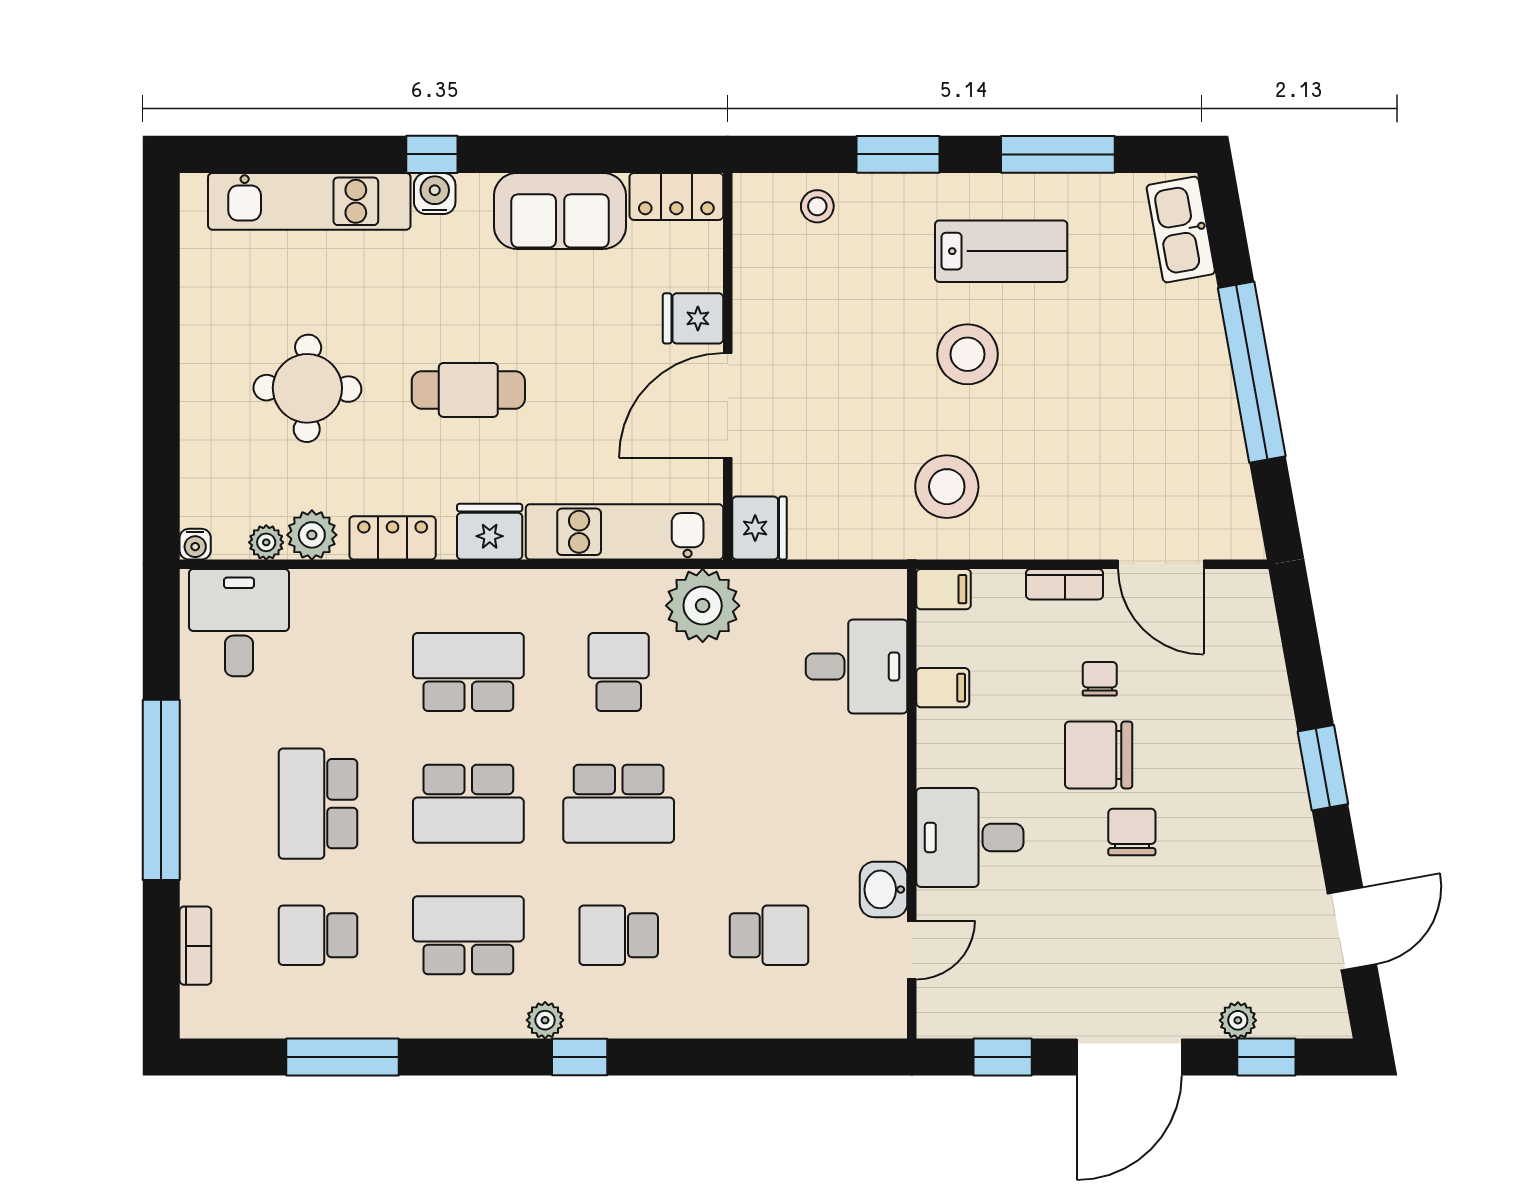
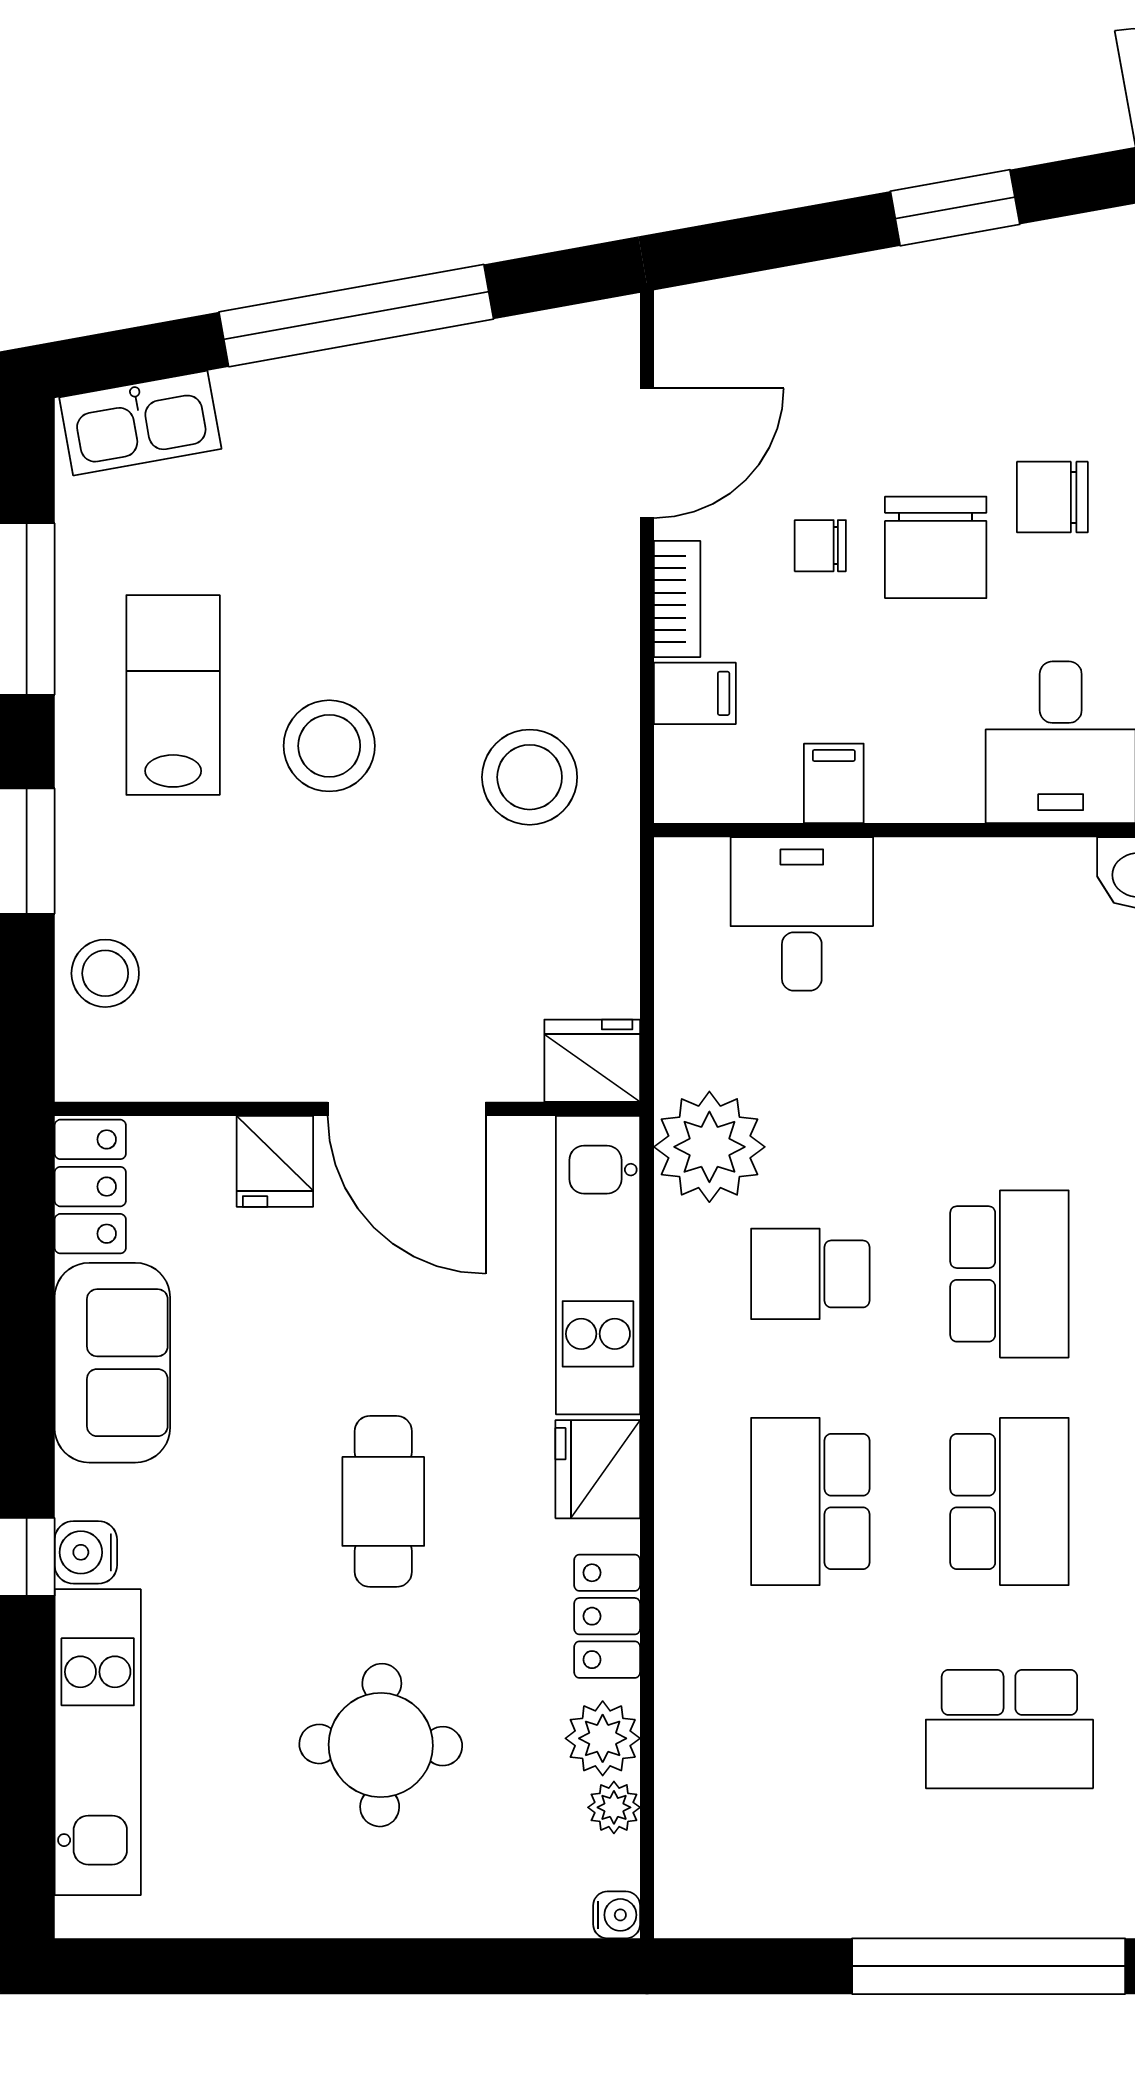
stool: (817, 206) -> (105, 973), width x1.37, depth x1.37
filing cabinet: (944, 589) -> (695, 693), moved, turned 90
desk: (239, 623) -> (735, 1849), removed

